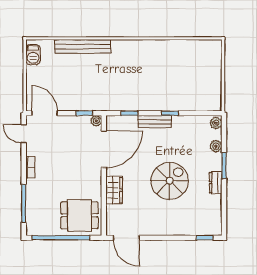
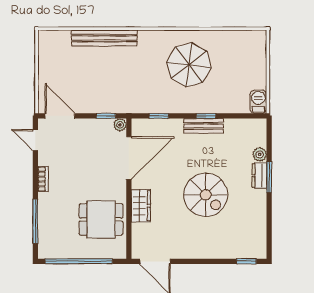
barbecue: (33, 55) -> (258, 102), moved, turned 180
parasol: (155, 69) -> (189, 65), added
bench: (155, 122) -> (204, 126), moved
plant: (216, 123) -> (260, 128), removed
spiral stairs: (170, 181) -> (206, 195), turned 90
dresser: (216, 183) -> (259, 176), moved
dining table: (79, 215) -> (101, 219), moved

